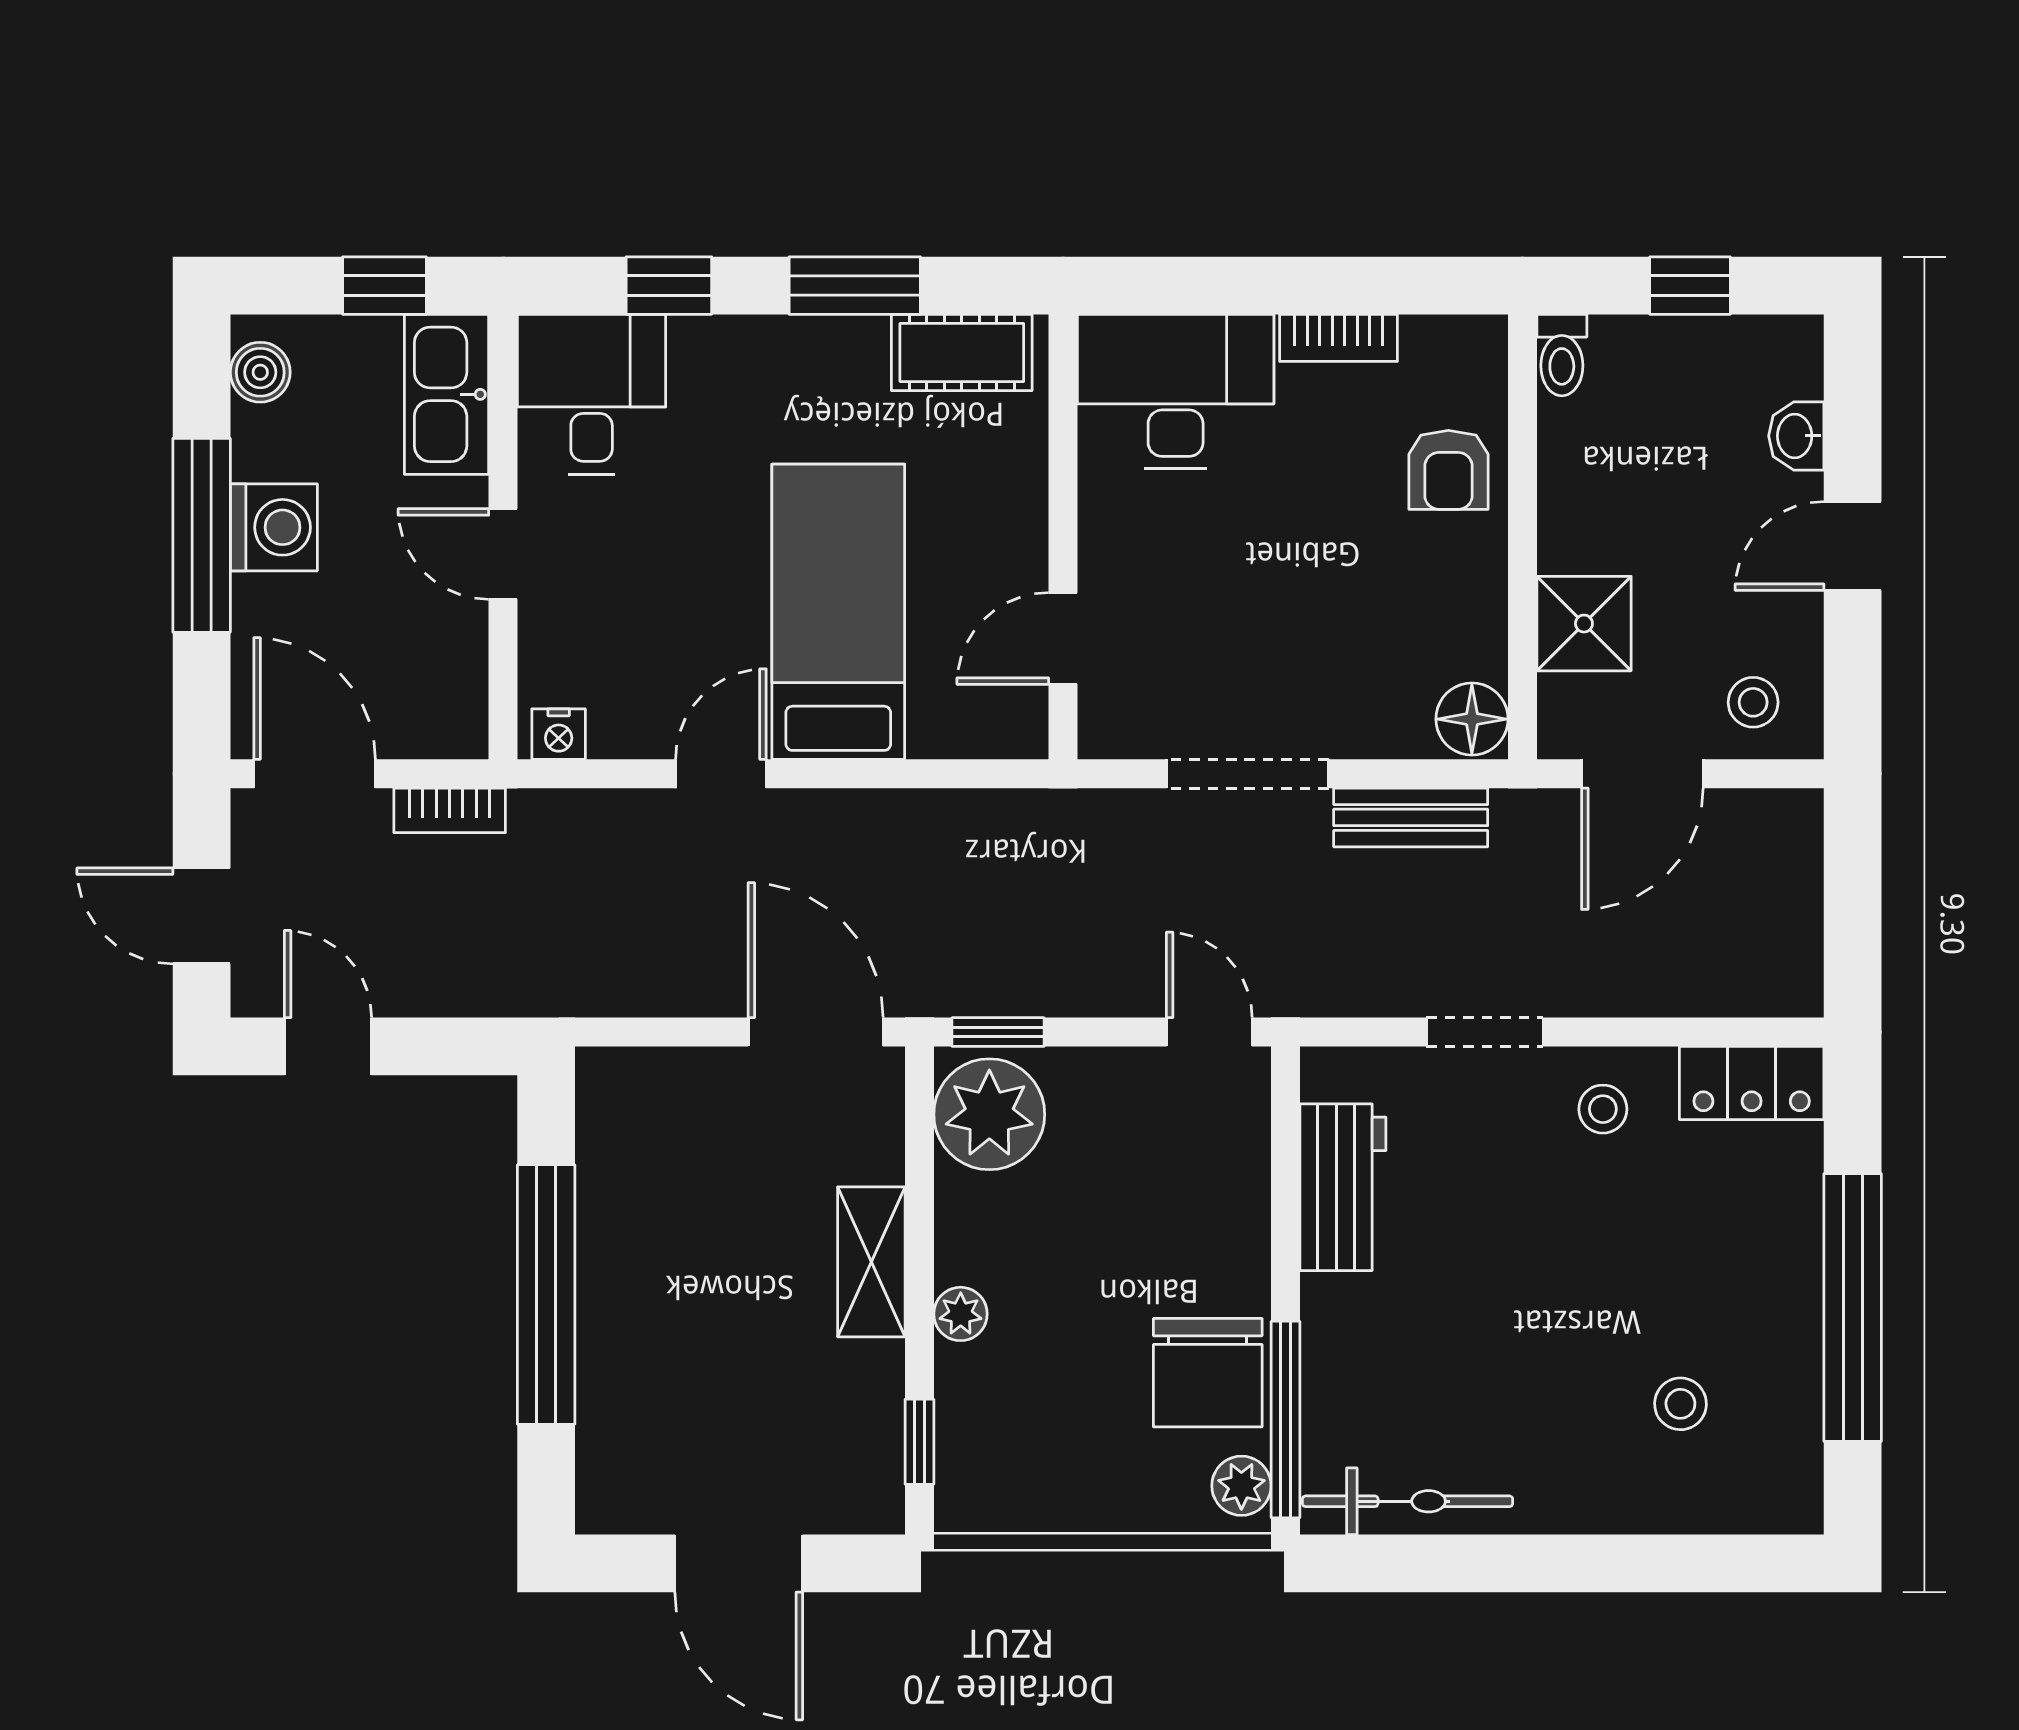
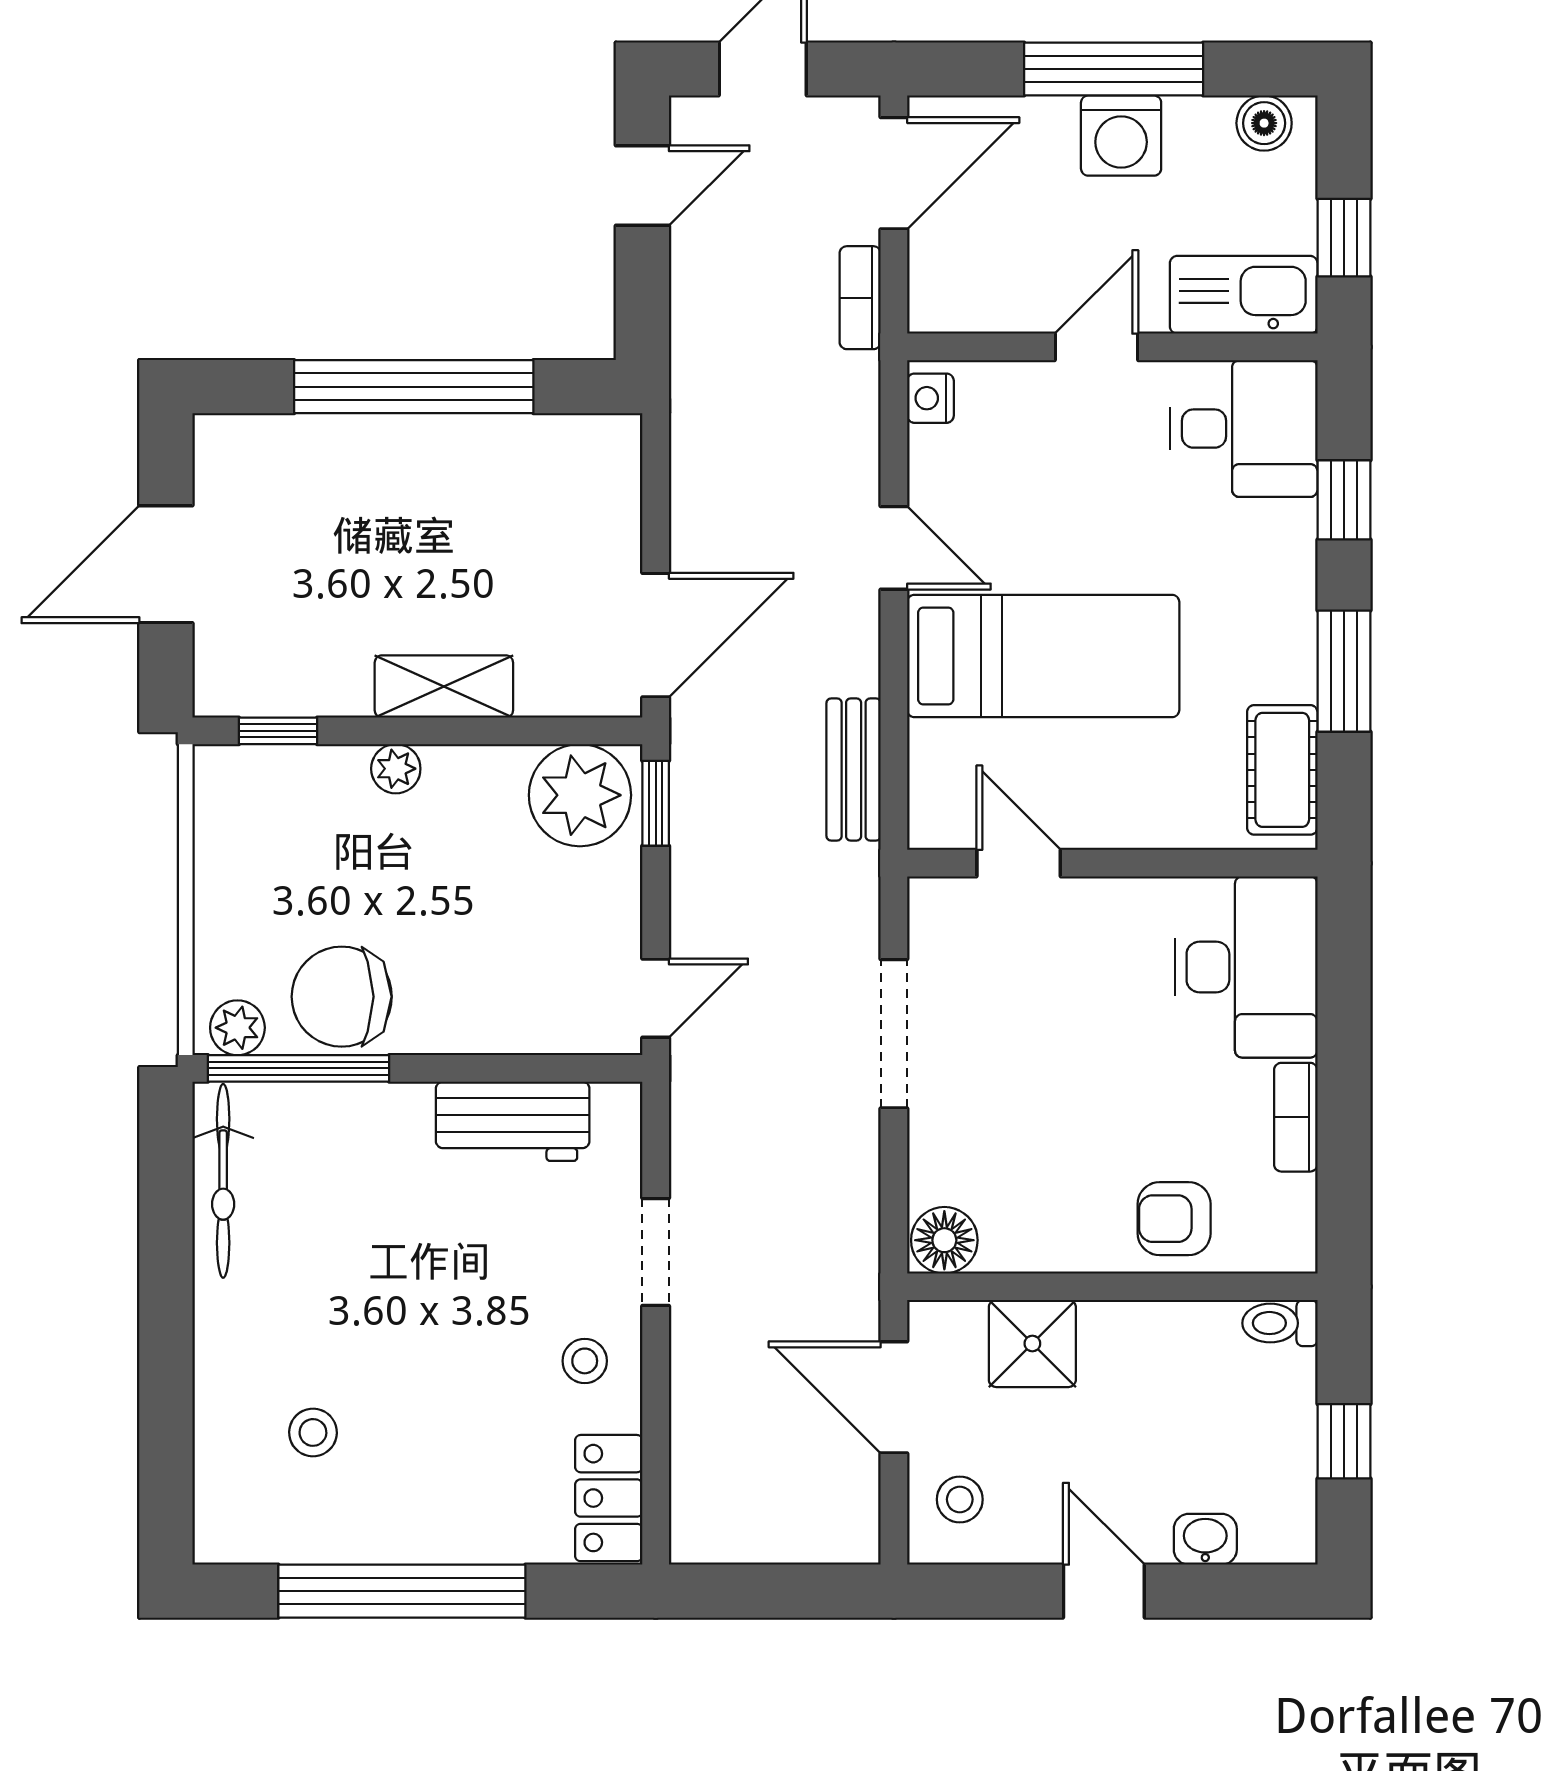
bench: (1411, 817) -> (854, 769), moved

